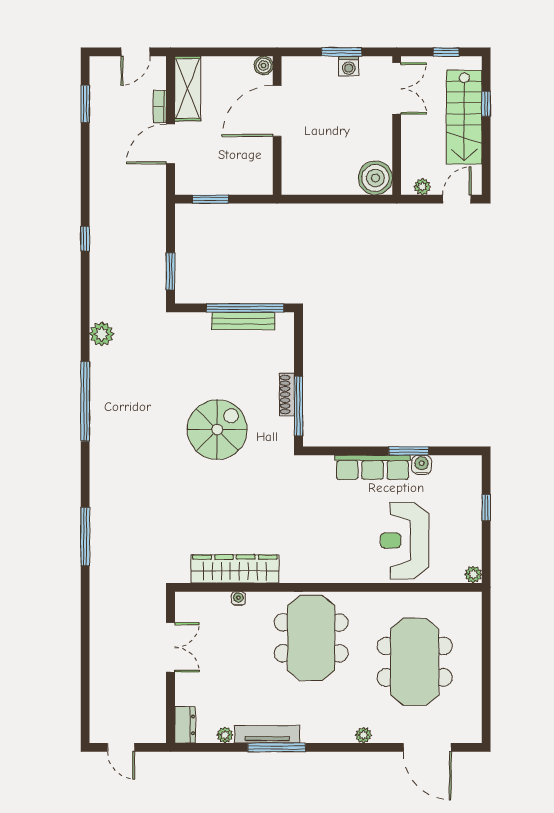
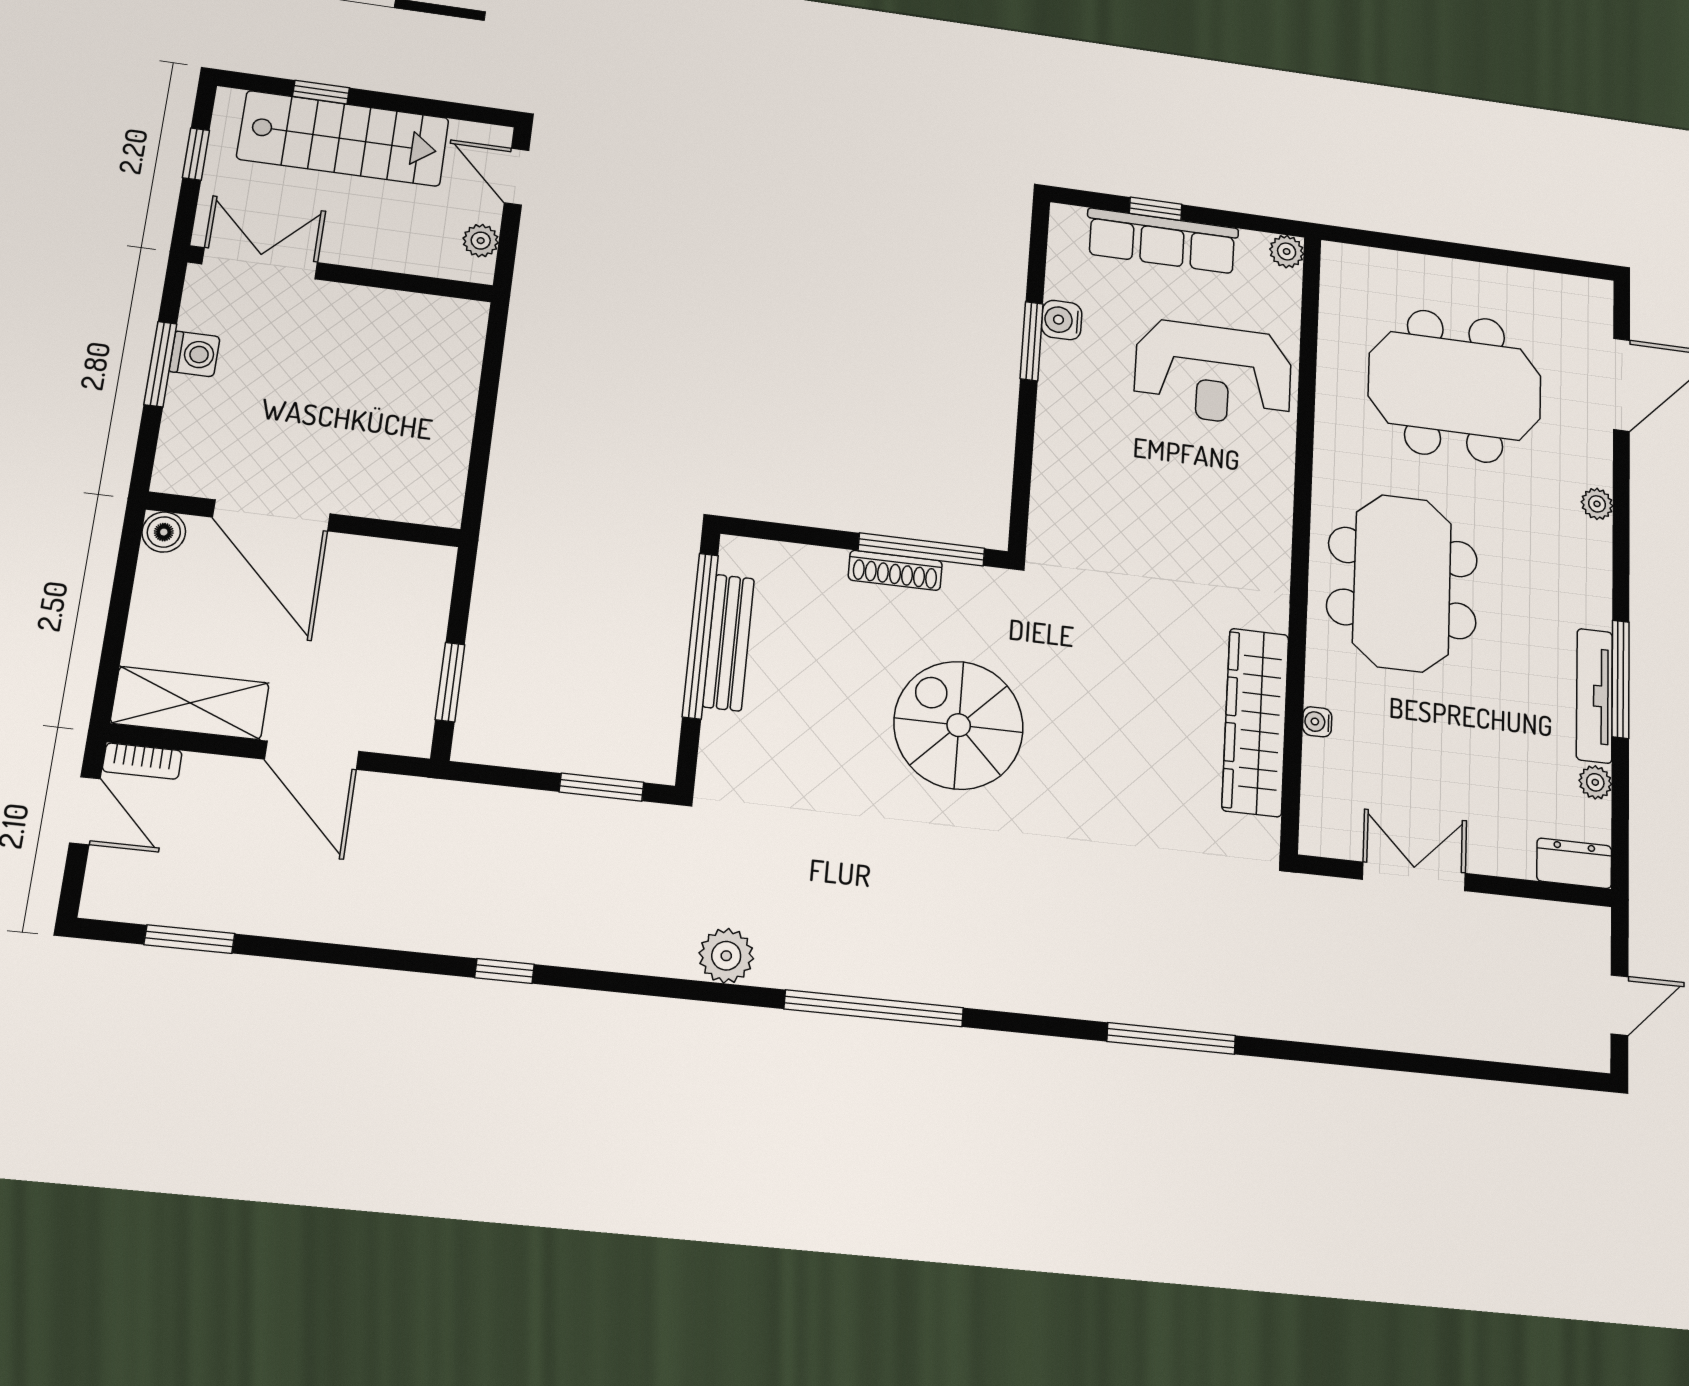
bookcase: (160, 107) -> (142, 761), moved
boiler: (375, 178) -> (449, 331), removed
row of seats: (372, 467) -> (1162, 241), moved, turned 90
meeting table: (311, 638) -> (1402, 583), turned 90

